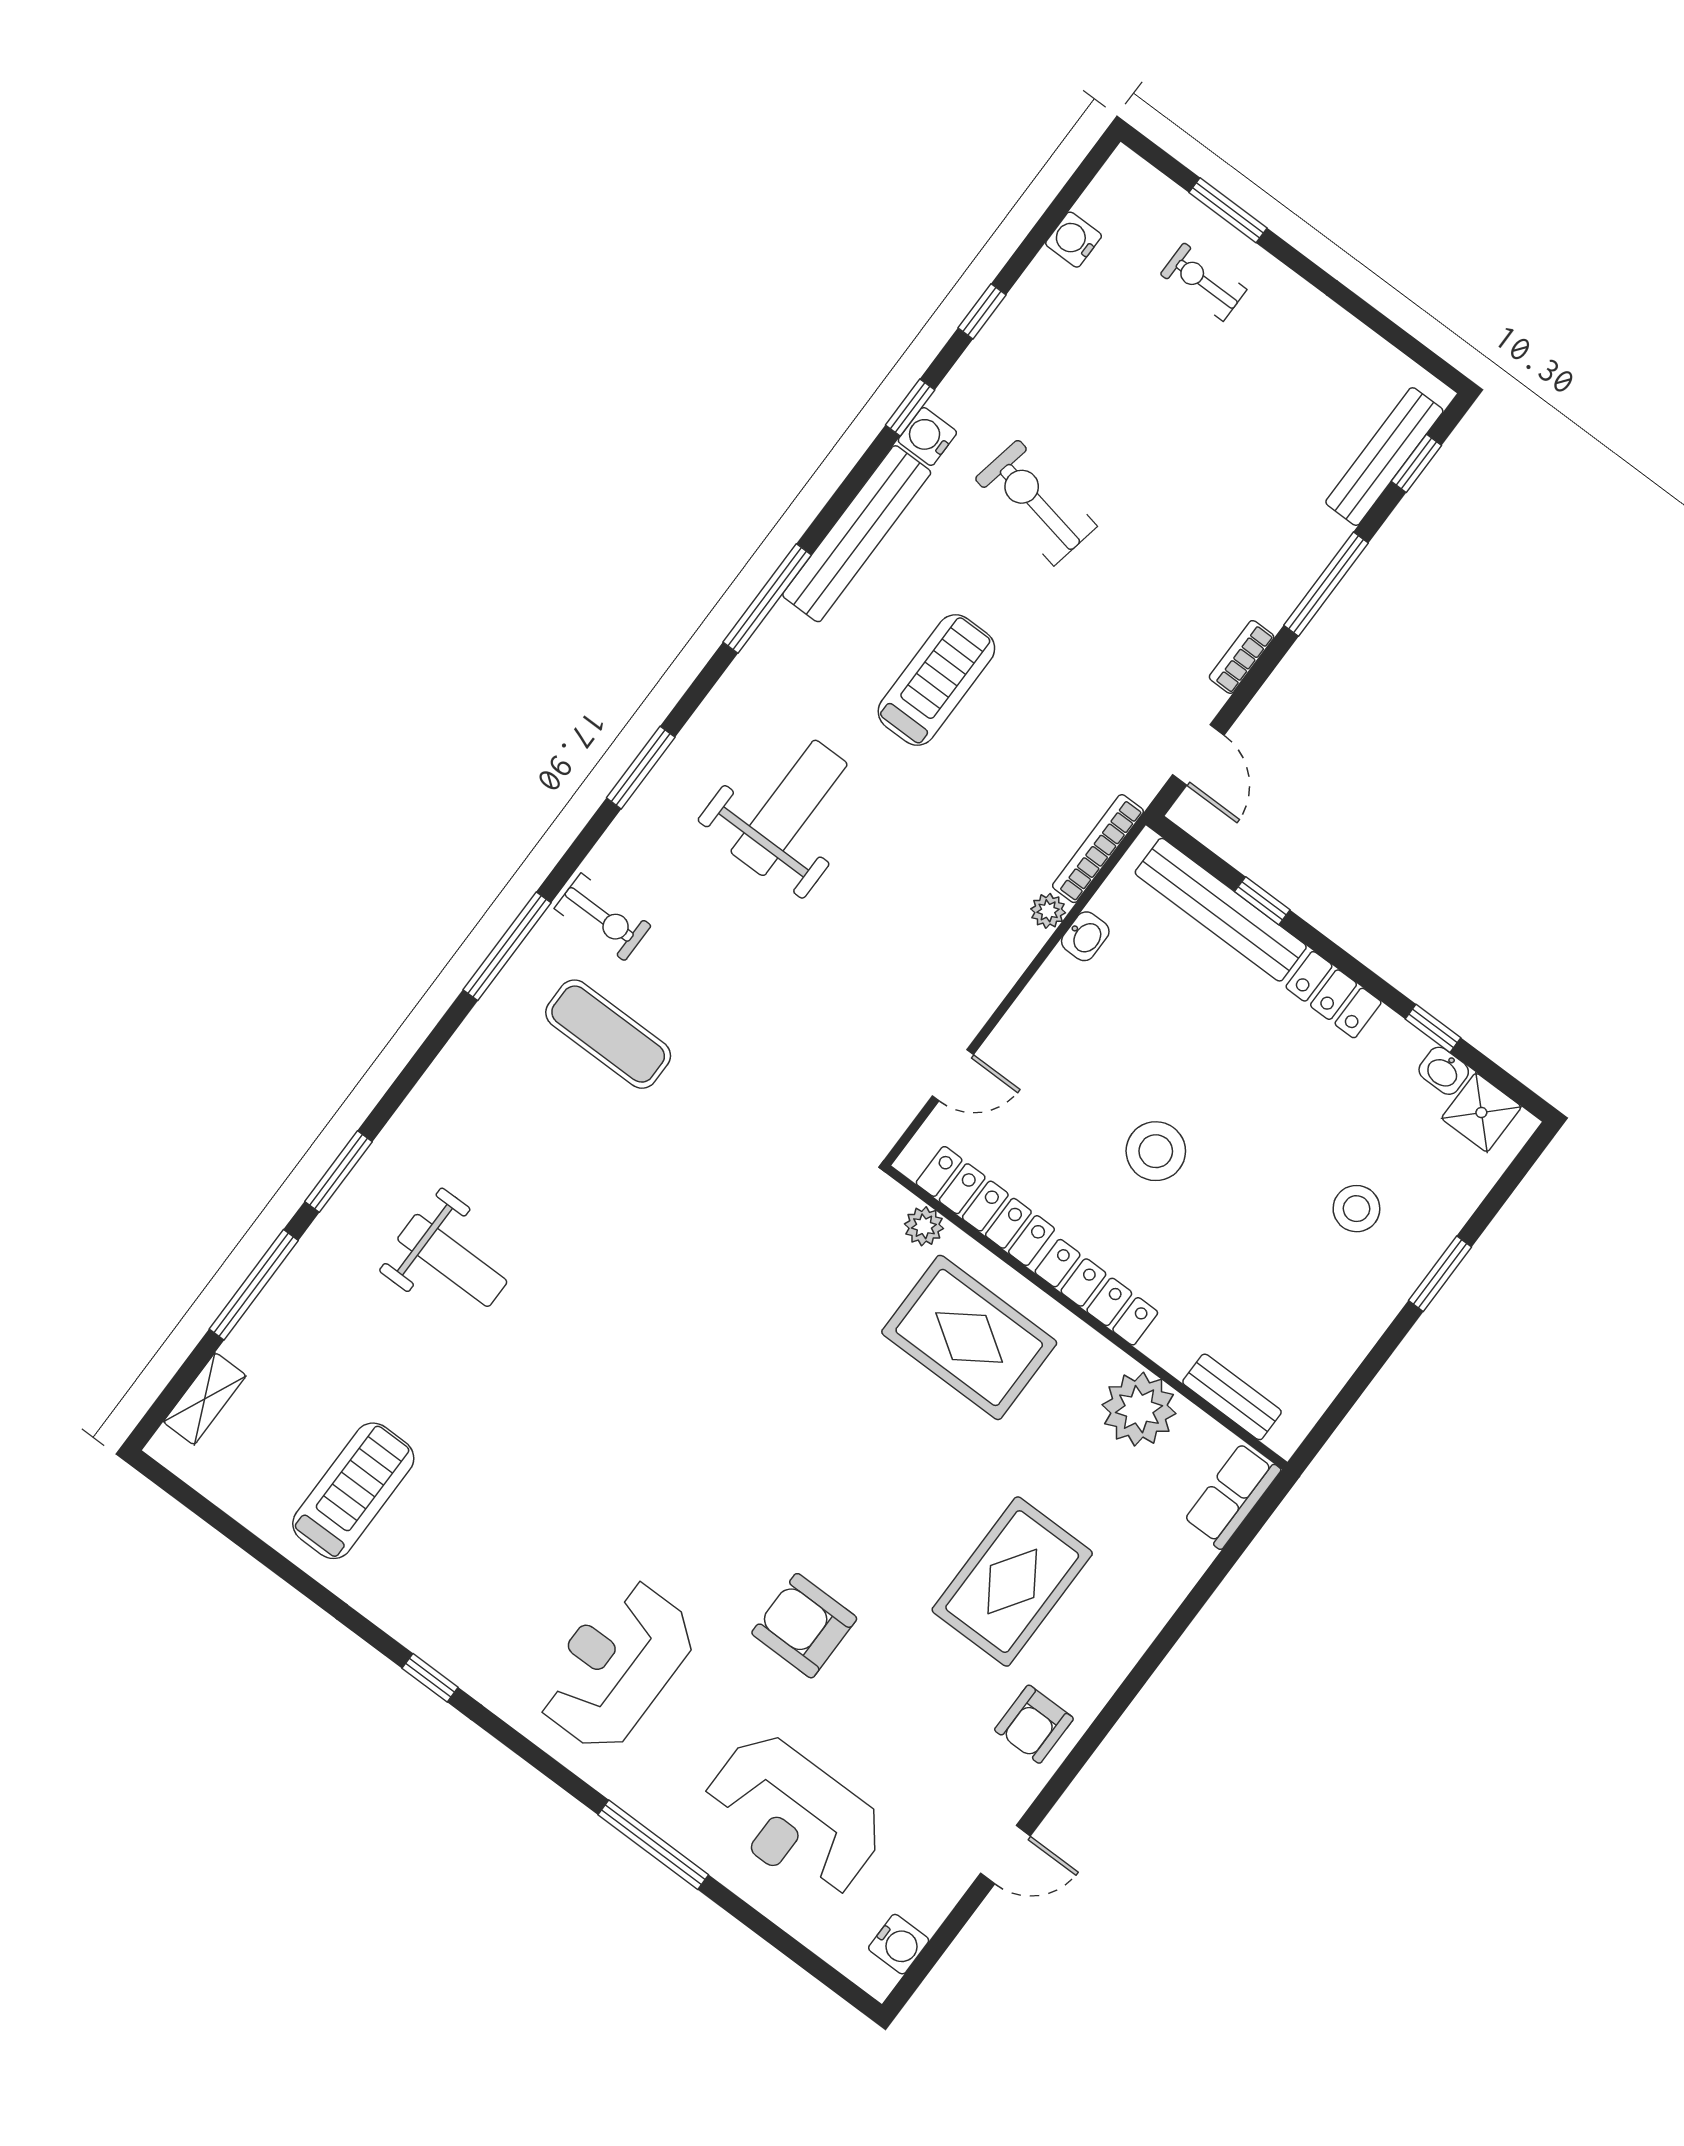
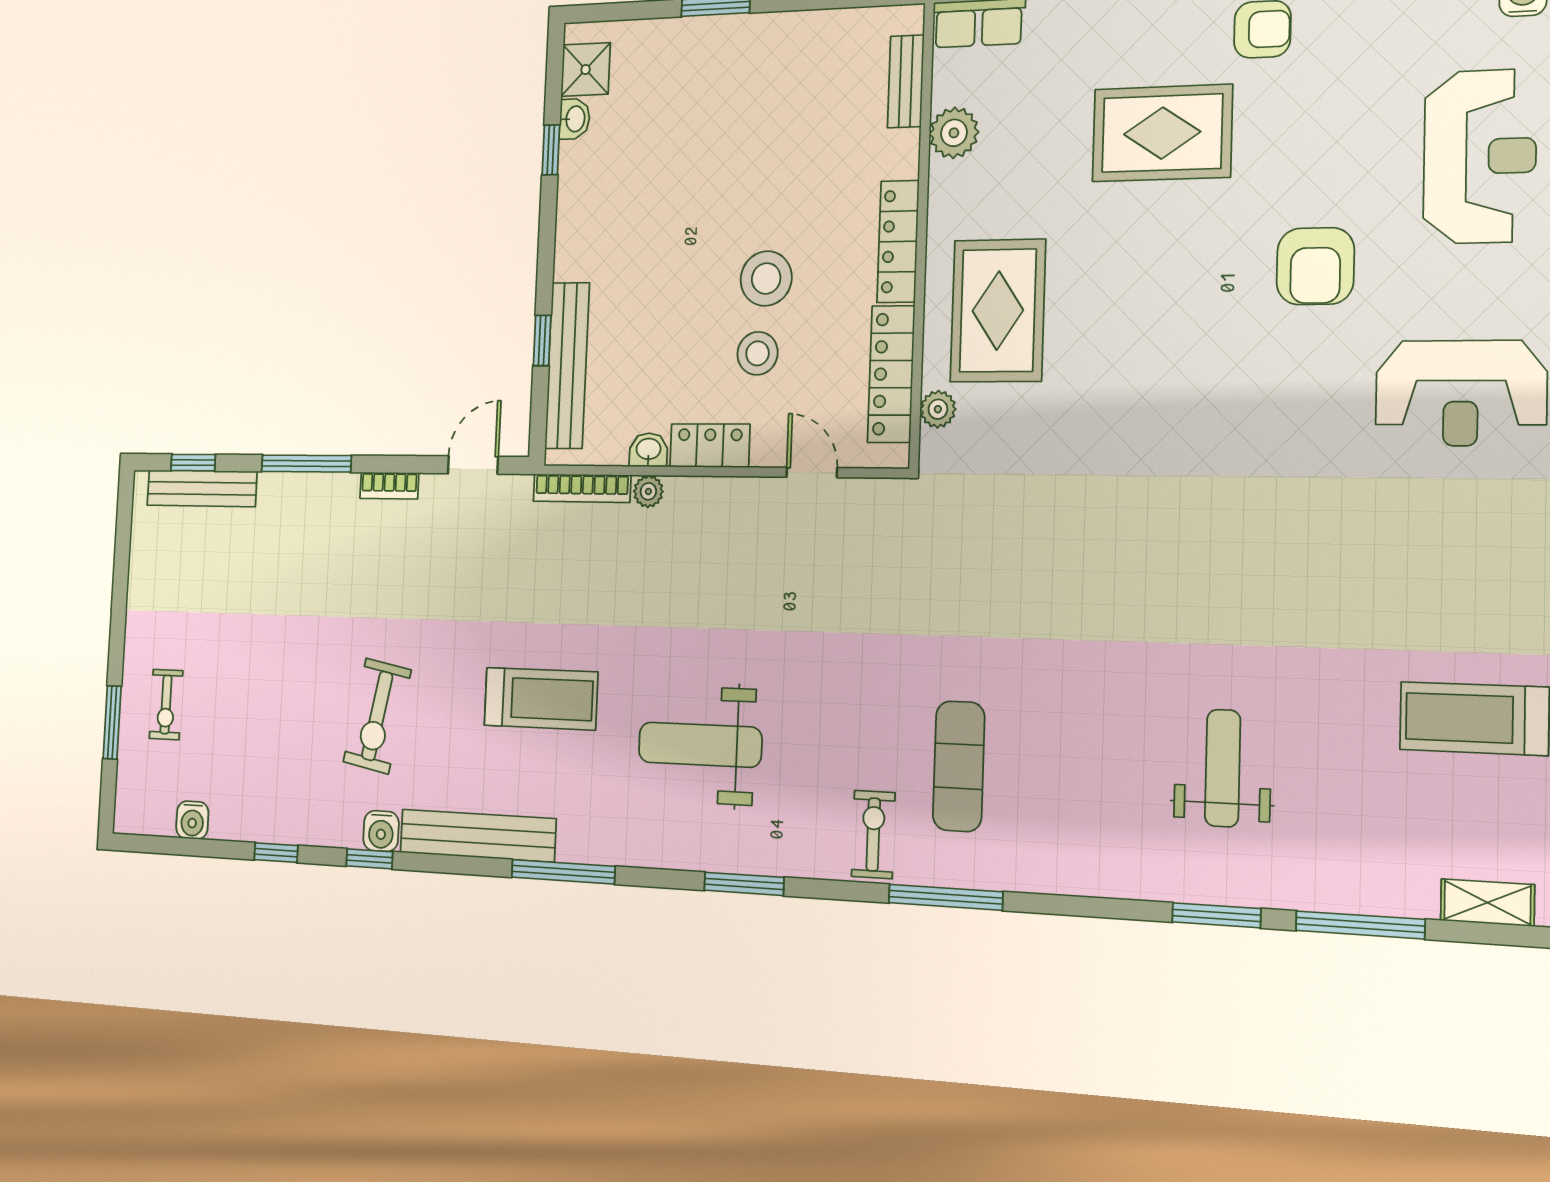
treadmill: (936, 680) -> (541, 699), turned 180
locker: (1334, 995) -> (710, 446), moved, turned -90
stool: (1356, 1209) -> (757, 353), moved
plant: (1139, 1409) -> (954, 133), width x0.73, depth x0.73

